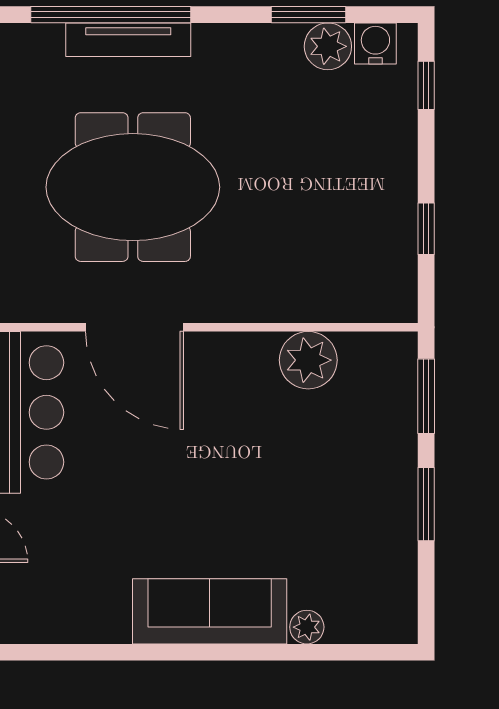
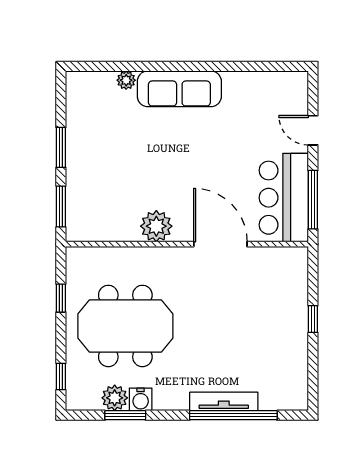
water cooler: (375, 43) -> (141, 399), moved
meeting table: (133, 187) -> (125, 326), moved
plant: (308, 360) -> (156, 226), moved

